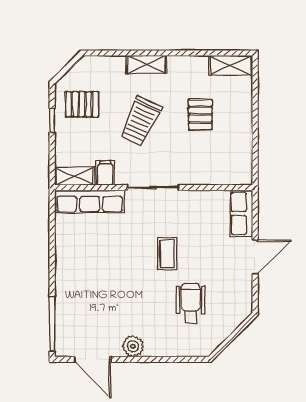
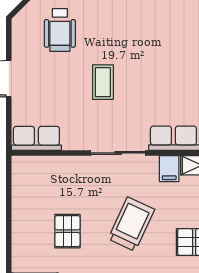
row of seats: (241, 213) -> (36, 138), moved, turned -90
wheelchair: (191, 303) -> (60, 30), moved

